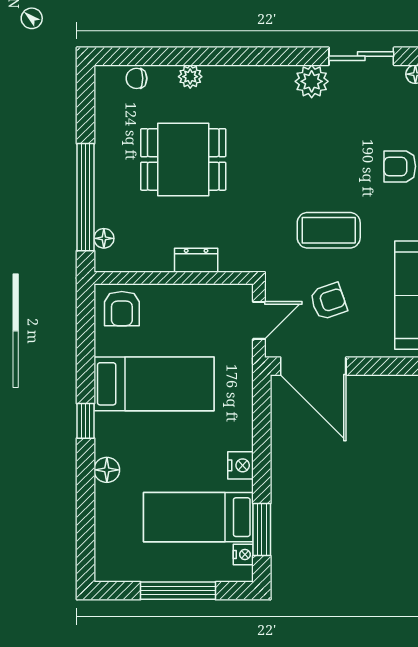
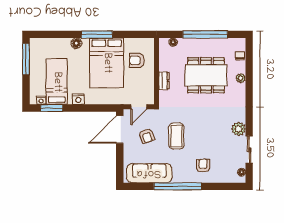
dining table: (183, 159) -> (206, 75), width x1.38
window: (86, 197) -> (205, 34), moved
armchair: (122, 309) -> (137, 60), moved
door: (259, 320) -> (139, 107), hinge flipped
bed: (154, 384) -> (107, 63), width x1.50
window: (86, 421) -> (97, 34), width x2.17
window: (178, 591) -> (26, 59), moved

